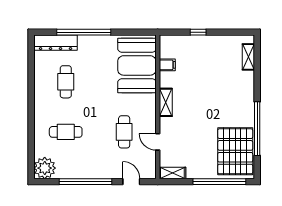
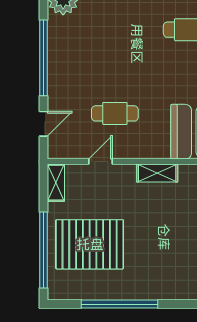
cafe table: (66, 132) -> (115, 30), removed
pallet: (235, 151) -> (90, 244), moved

